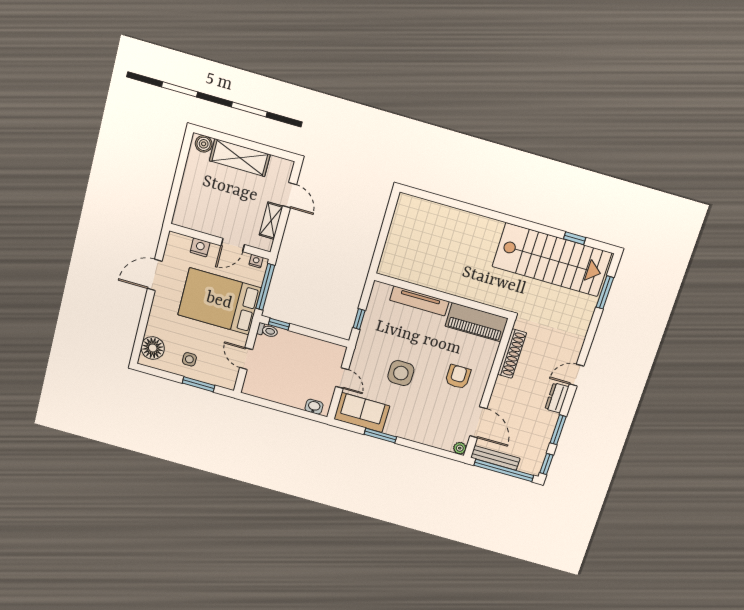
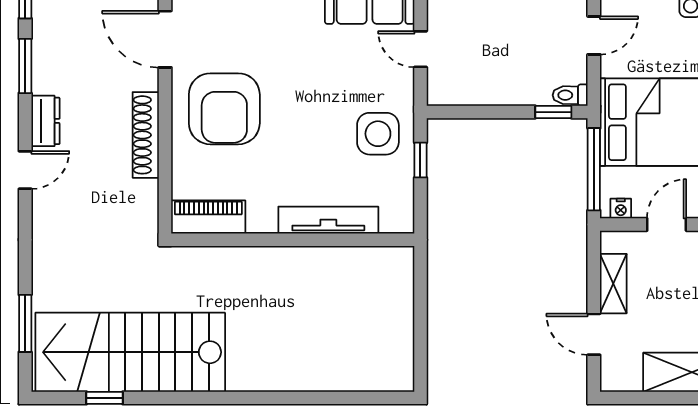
piano: (476, 322) -> (208, 217), width x0.73, depth x0.75
shoe rack: (512, 354) -> (146, 135), moved
door: (246, 359) -> (594, 35), hinge flipped
side table: (401, 373) -> (378, 134), moved
armchair: (458, 377) -> (224, 109), width x1.88, depth x1.88

